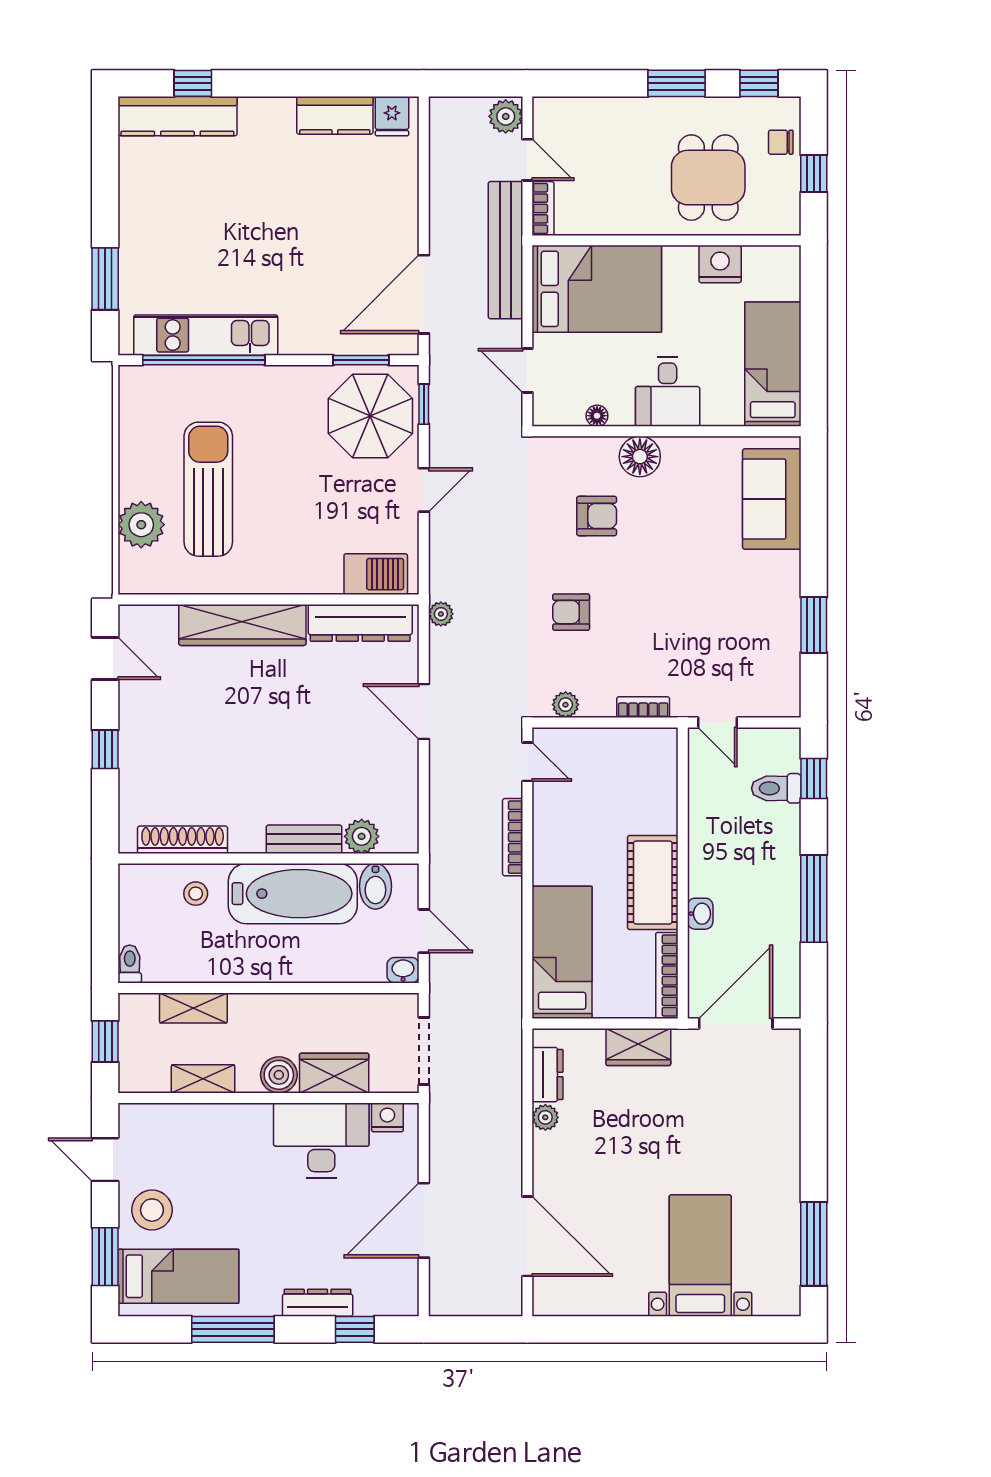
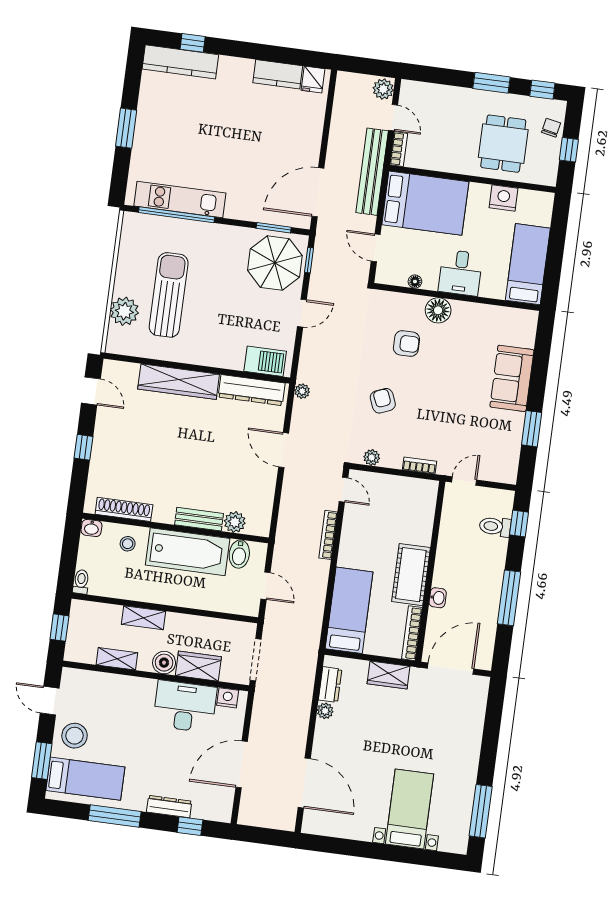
chair: (781, 142) -> (551, 128), turned 101
window: (105, 279) -> (126, 128), moved
sofa: (772, 499) -> (512, 378), moved
armchair: (571, 612) -> (383, 401), turned 67
door: (718, 723) -> (464, 481), swing flipped
washbasin: (403, 970) -> (91, 528), moved, turned 180
shelving: (193, 1008) -> (143, 618), moved

